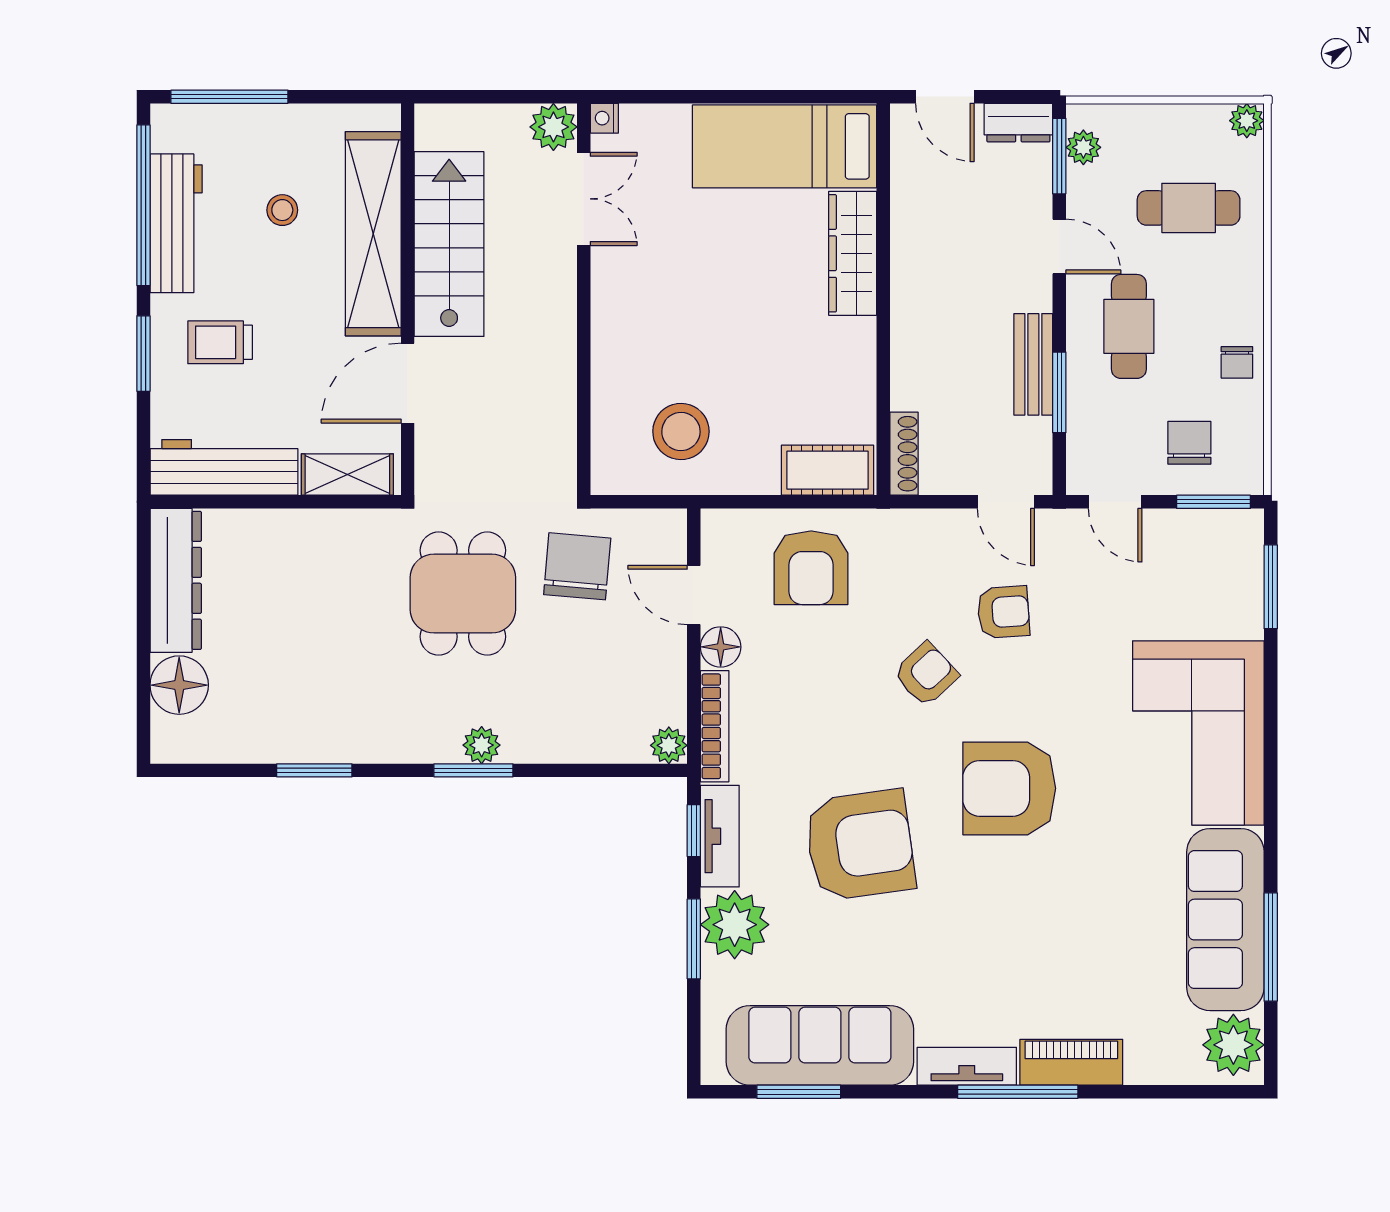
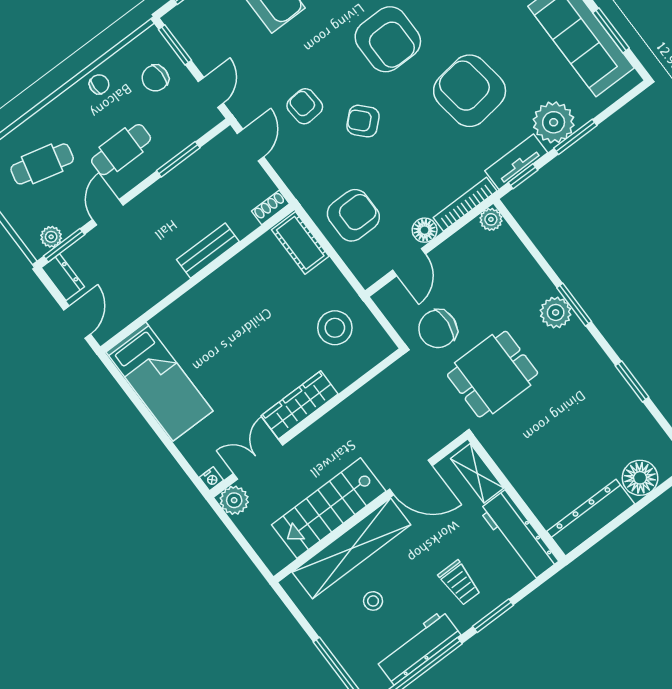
cafe table: (1189, 208) -> (42, 164), turned -76
wardrobe: (853, 253) -> (300, 405), moved, turned 180
bench: (1033, 364) -> (208, 251), moved
shoe rack: (904, 454) -> (270, 207), width x0.70
plant: (482, 745) -> (556, 312), width x1.38, depth x1.38

